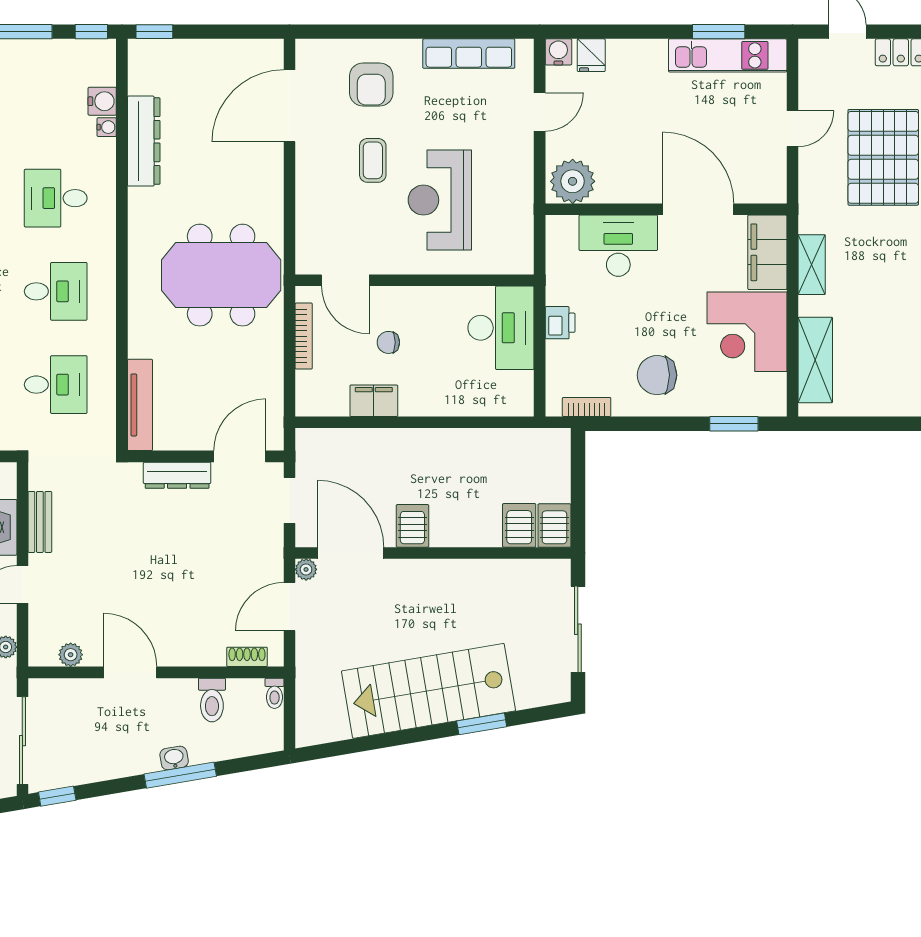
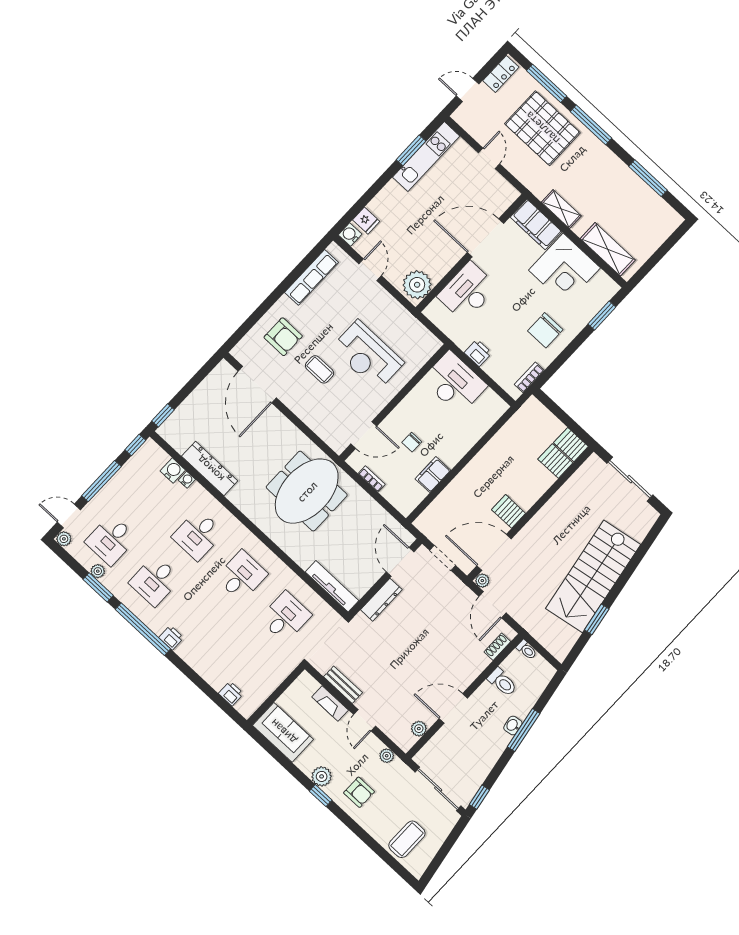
bookcase: (304, 336) -> (372, 479), width x0.64
window: (482, 724) -> (597, 619), moved

